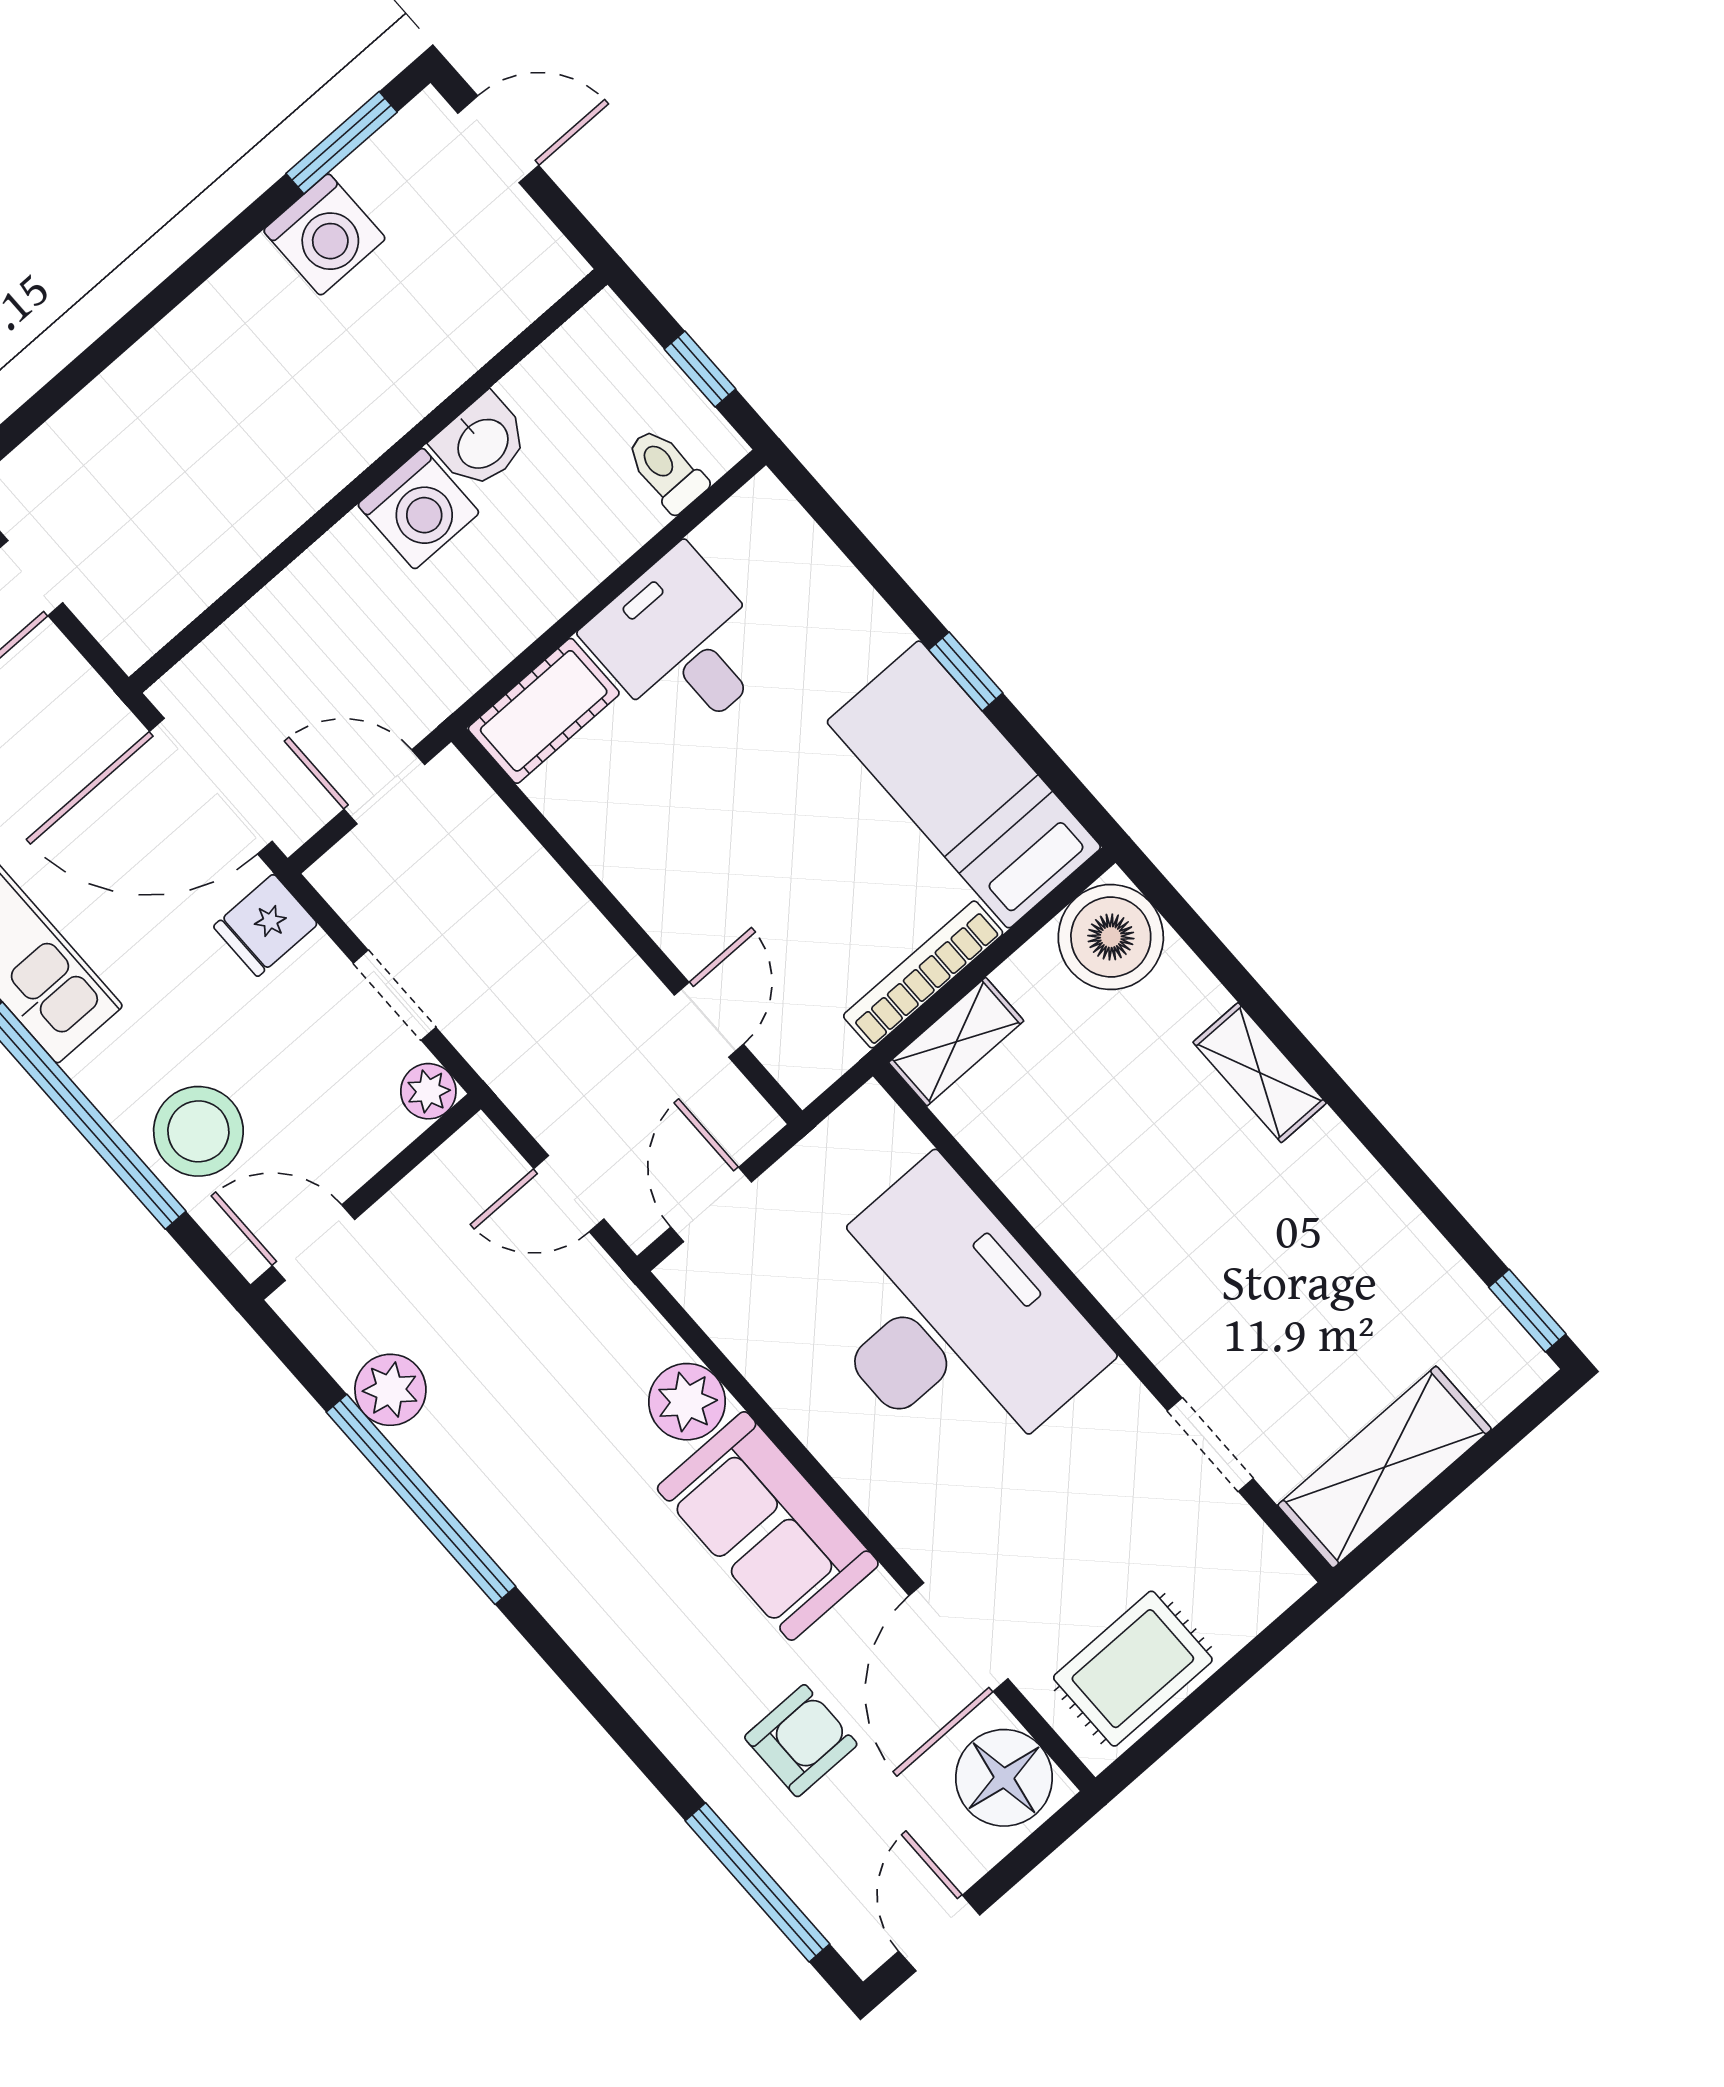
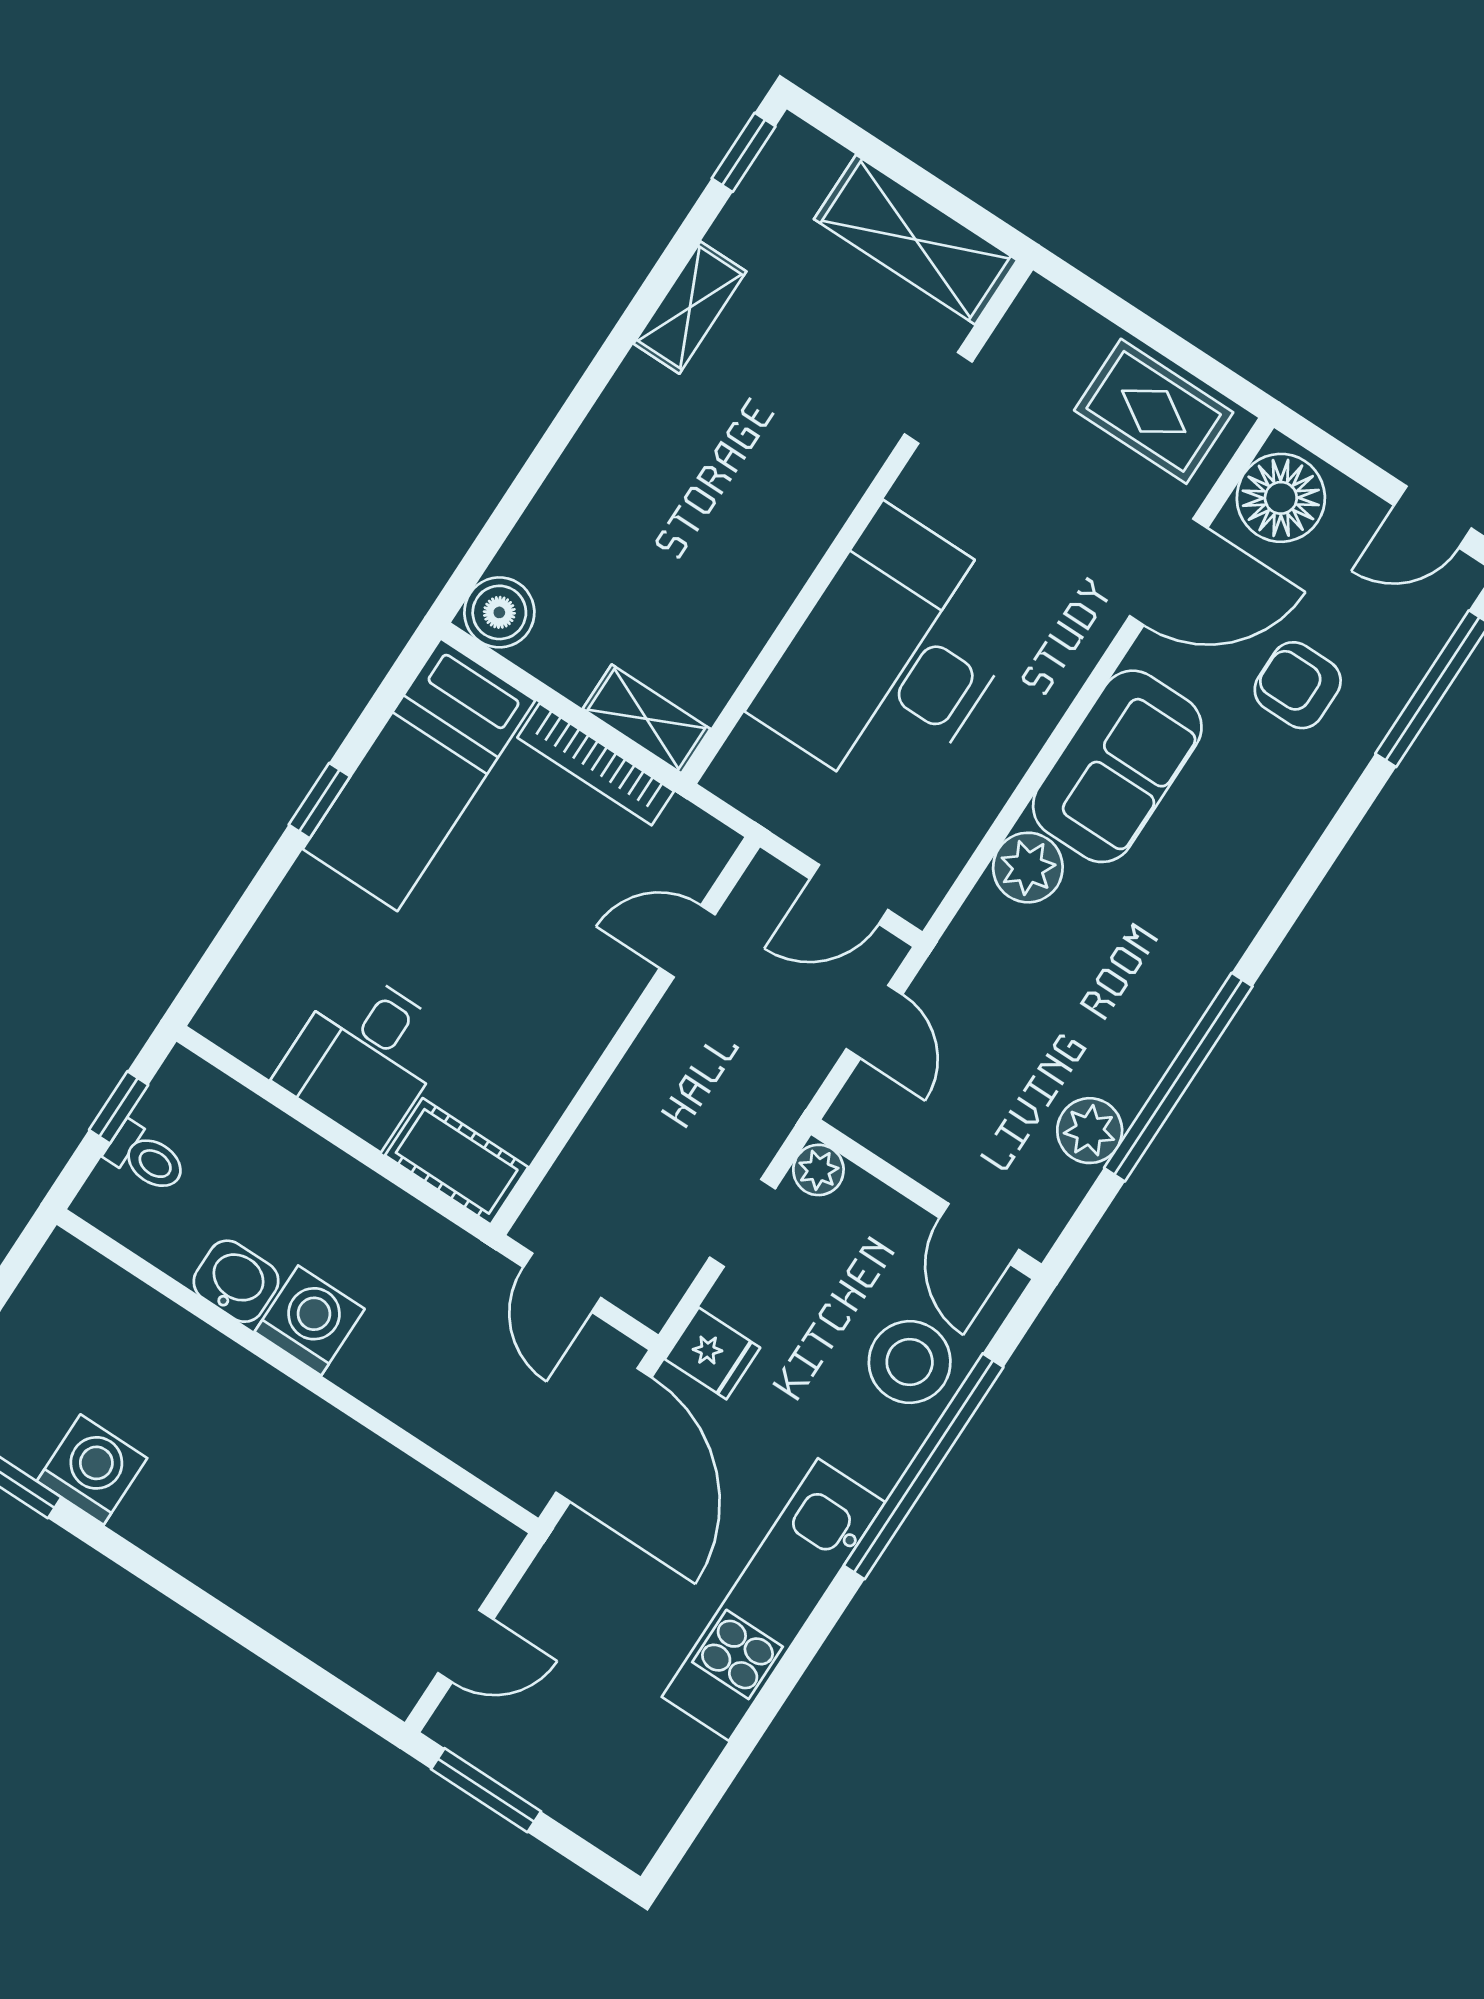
toilet: (666, 470) -> (146, 1158), moved, turned -90
boiler: (1111, 937) -> (499, 612), width x0.73, depth x0.73
shelving: (1260, 1073) -> (690, 308), moved

